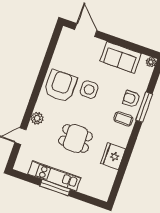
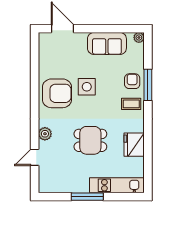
armchair: (61, 86) -> (57, 93), turned 90
armchair: (131, 99) -> (132, 81), turned 90
kitchen unit: (54, 176) -> (117, 185), moved

